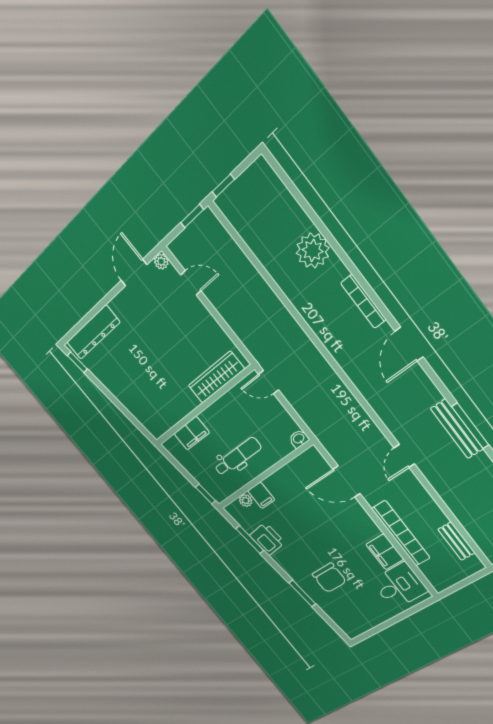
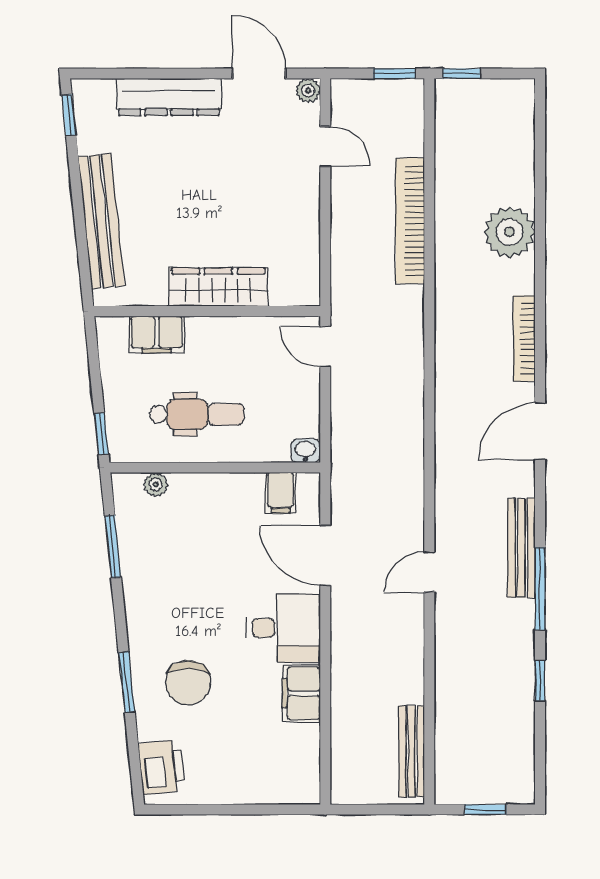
door: (134, 273) -> (259, 73), hinge flipped
dresser: (93, 332) -> (169, 97), moved
wardrobe: (216, 377) -> (218, 287), moved
bench: (129, 400) -> (101, 221), added
bench: (457, 429) -> (521, 548), moved
filing cabinet: (261, 495) -> (281, 493), moved
bookcase: (401, 533) -> (410, 221), moved, turned 180
printer: (267, 539) -> (162, 767), moved
bench: (456, 541) -> (412, 751), width x1.36
desk: (399, 586) -> (283, 628), moved

